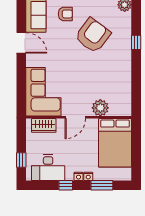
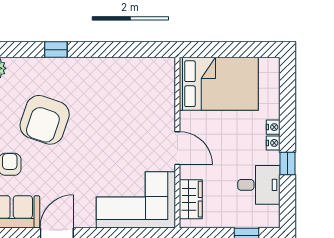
armchair: (93, 35) -> (45, 120), turned -108
plant: (100, 108) -> (162, 108), removed
desk: (48, 168) -> (259, 185), width x0.73
window: (102, 185) -> (288, 105), removed

